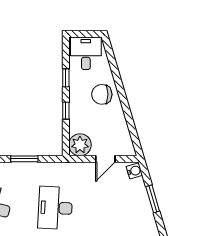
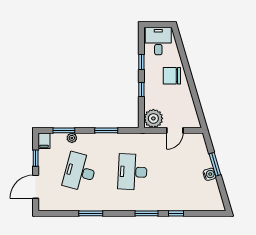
water cooler: (134, 171) -> (209, 174), moved

